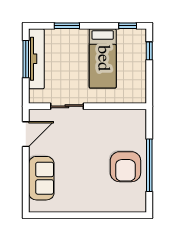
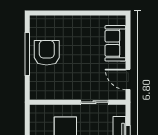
door: (26, 134) -> (128, 79), hinge flipped

